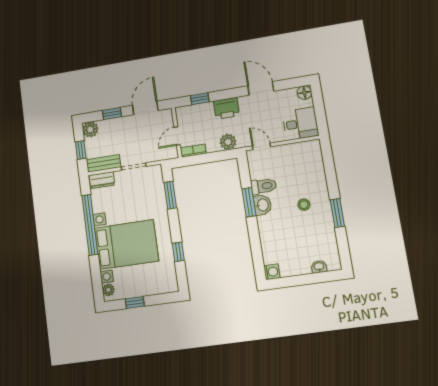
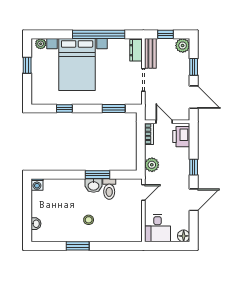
window: (200, 99) -> (194, 167), moved
printer: (226, 108) -> (181, 137), moved

